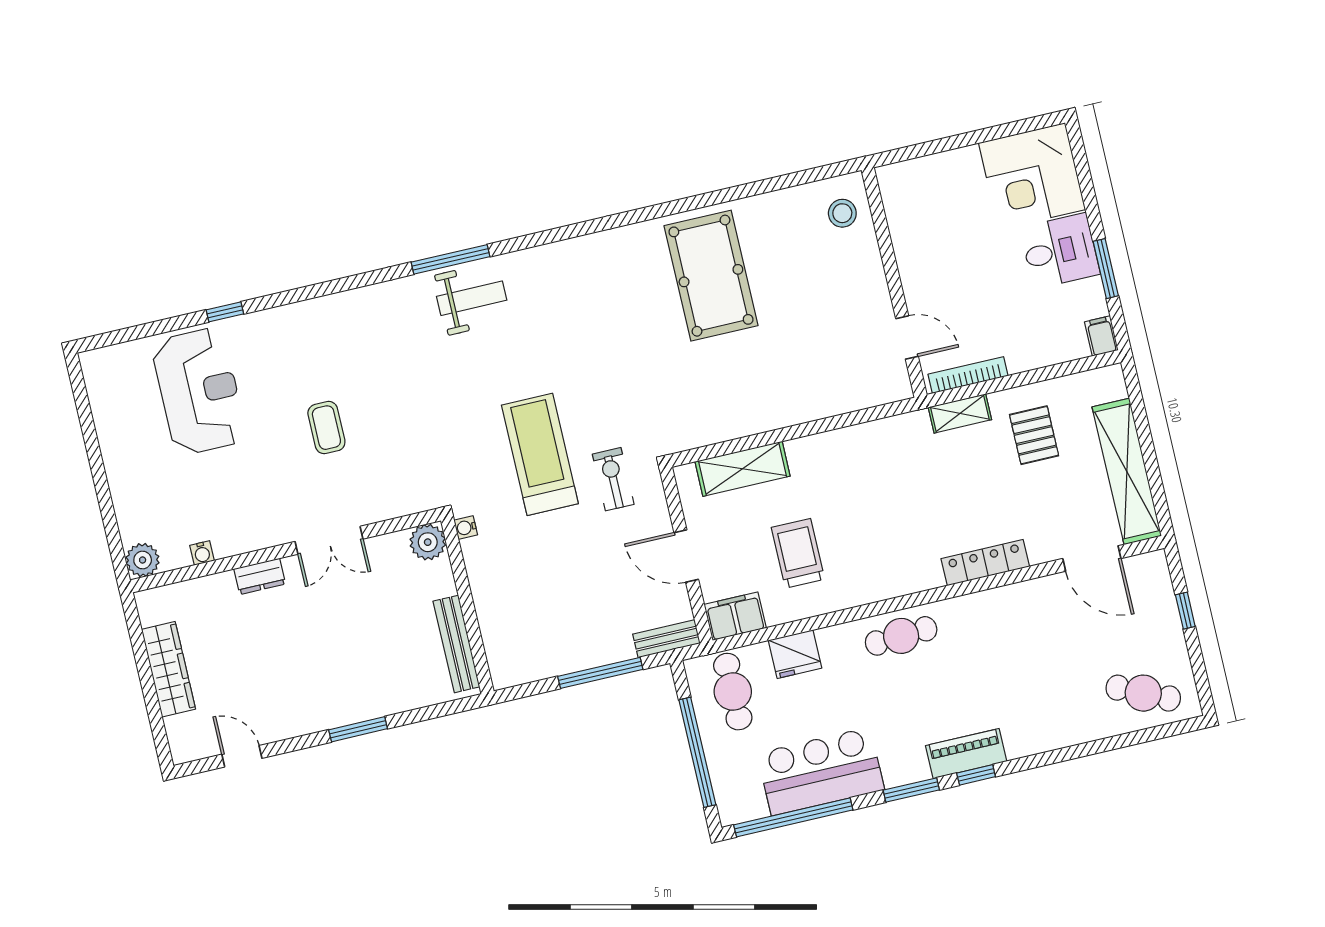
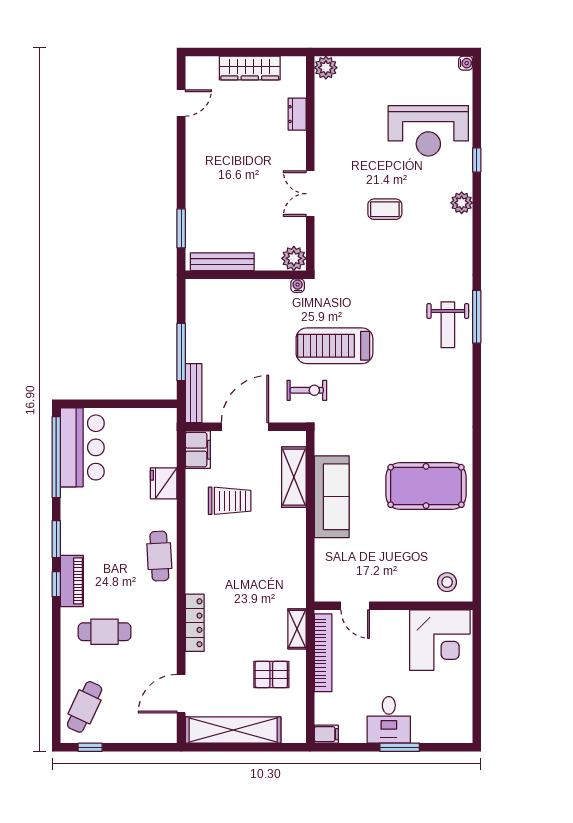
corner desk: (1032, 176) -> (440, 640), moved, turned 180
window: (1106, 269) -> (400, 747), moved
plant: (292, 319) -> (462, 203), added
door: (907, 337) -> (355, 606), hinge flipped
bookcase: (968, 375) -> (323, 653), width x1.48, depth x1.31
sofa: (758, 408) -> (332, 497), added
treadmill: (540, 454) -> (334, 346), turned 180
water cooler: (202, 553) -> (466, 63), moved, turned 180
door: (686, 556) -> (245, 427), width x1.36
dresser: (260, 576) -> (297, 114), moved
window: (1185, 611) -> (90, 747), moved
bench: (666, 639) -> (194, 393), width x1.36
cafe table: (733, 692) -> (105, 632), moved
window: (358, 729) -> (181, 228), moved
window: (697, 752) -> (114, 404), removed
bar counter: (821, 771) -> (82, 447), moved

